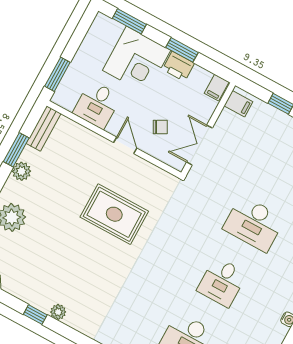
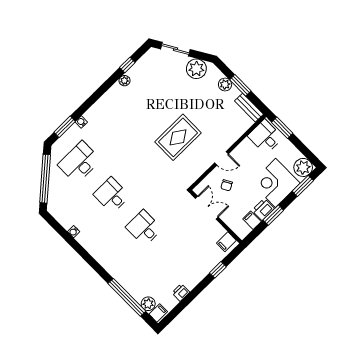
plant: (104, 29) -> (303, 167), added
filing cabinet: (217, 88) -> (252, 220), moved
desk: (97, 105) -> (265, 137), moved
desk: (254, 224) -> (144, 228), width x0.73

